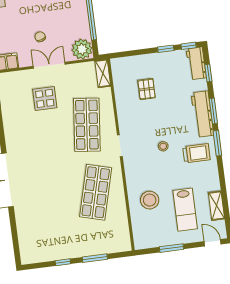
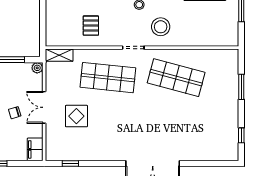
plant: (82, 49) -> (37, 68), width x0.53, depth x0.53
pallet: (147, 89) -> (91, 26), moved, turned 90
stool: (150, 200) -> (161, 27), moved
window: (63, 262) -> (241, 135), moved

